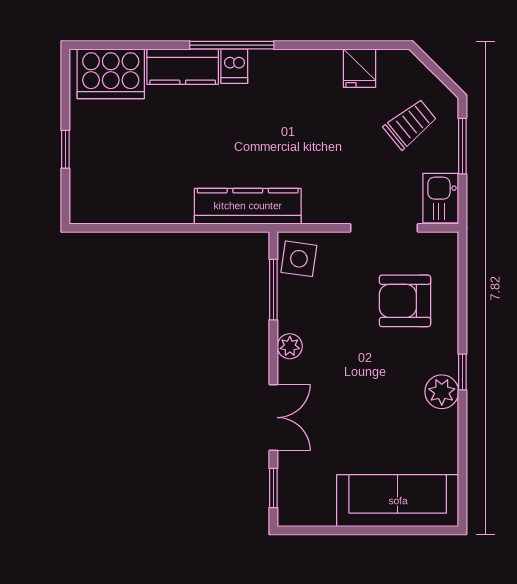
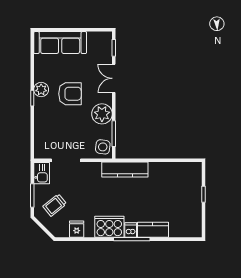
cooker: (111, 74) -> (109, 227), moved
armchair: (405, 301) -> (70, 94), moved
plant: (290, 346) -> (102, 114), width x1.87, depth x1.87

